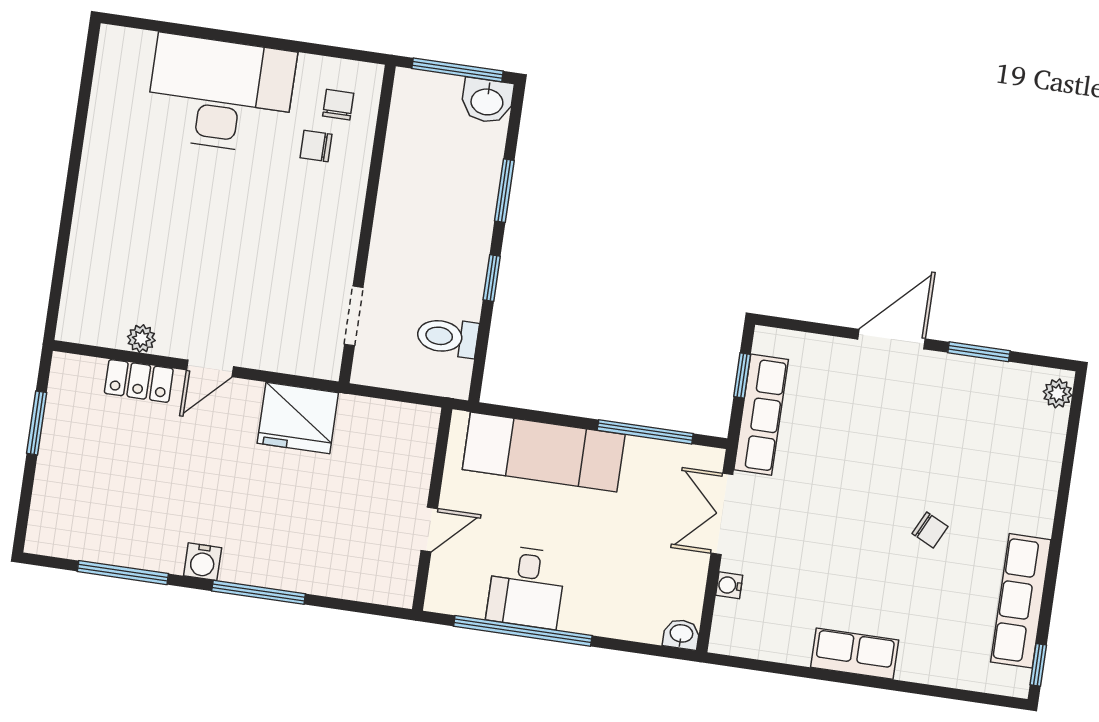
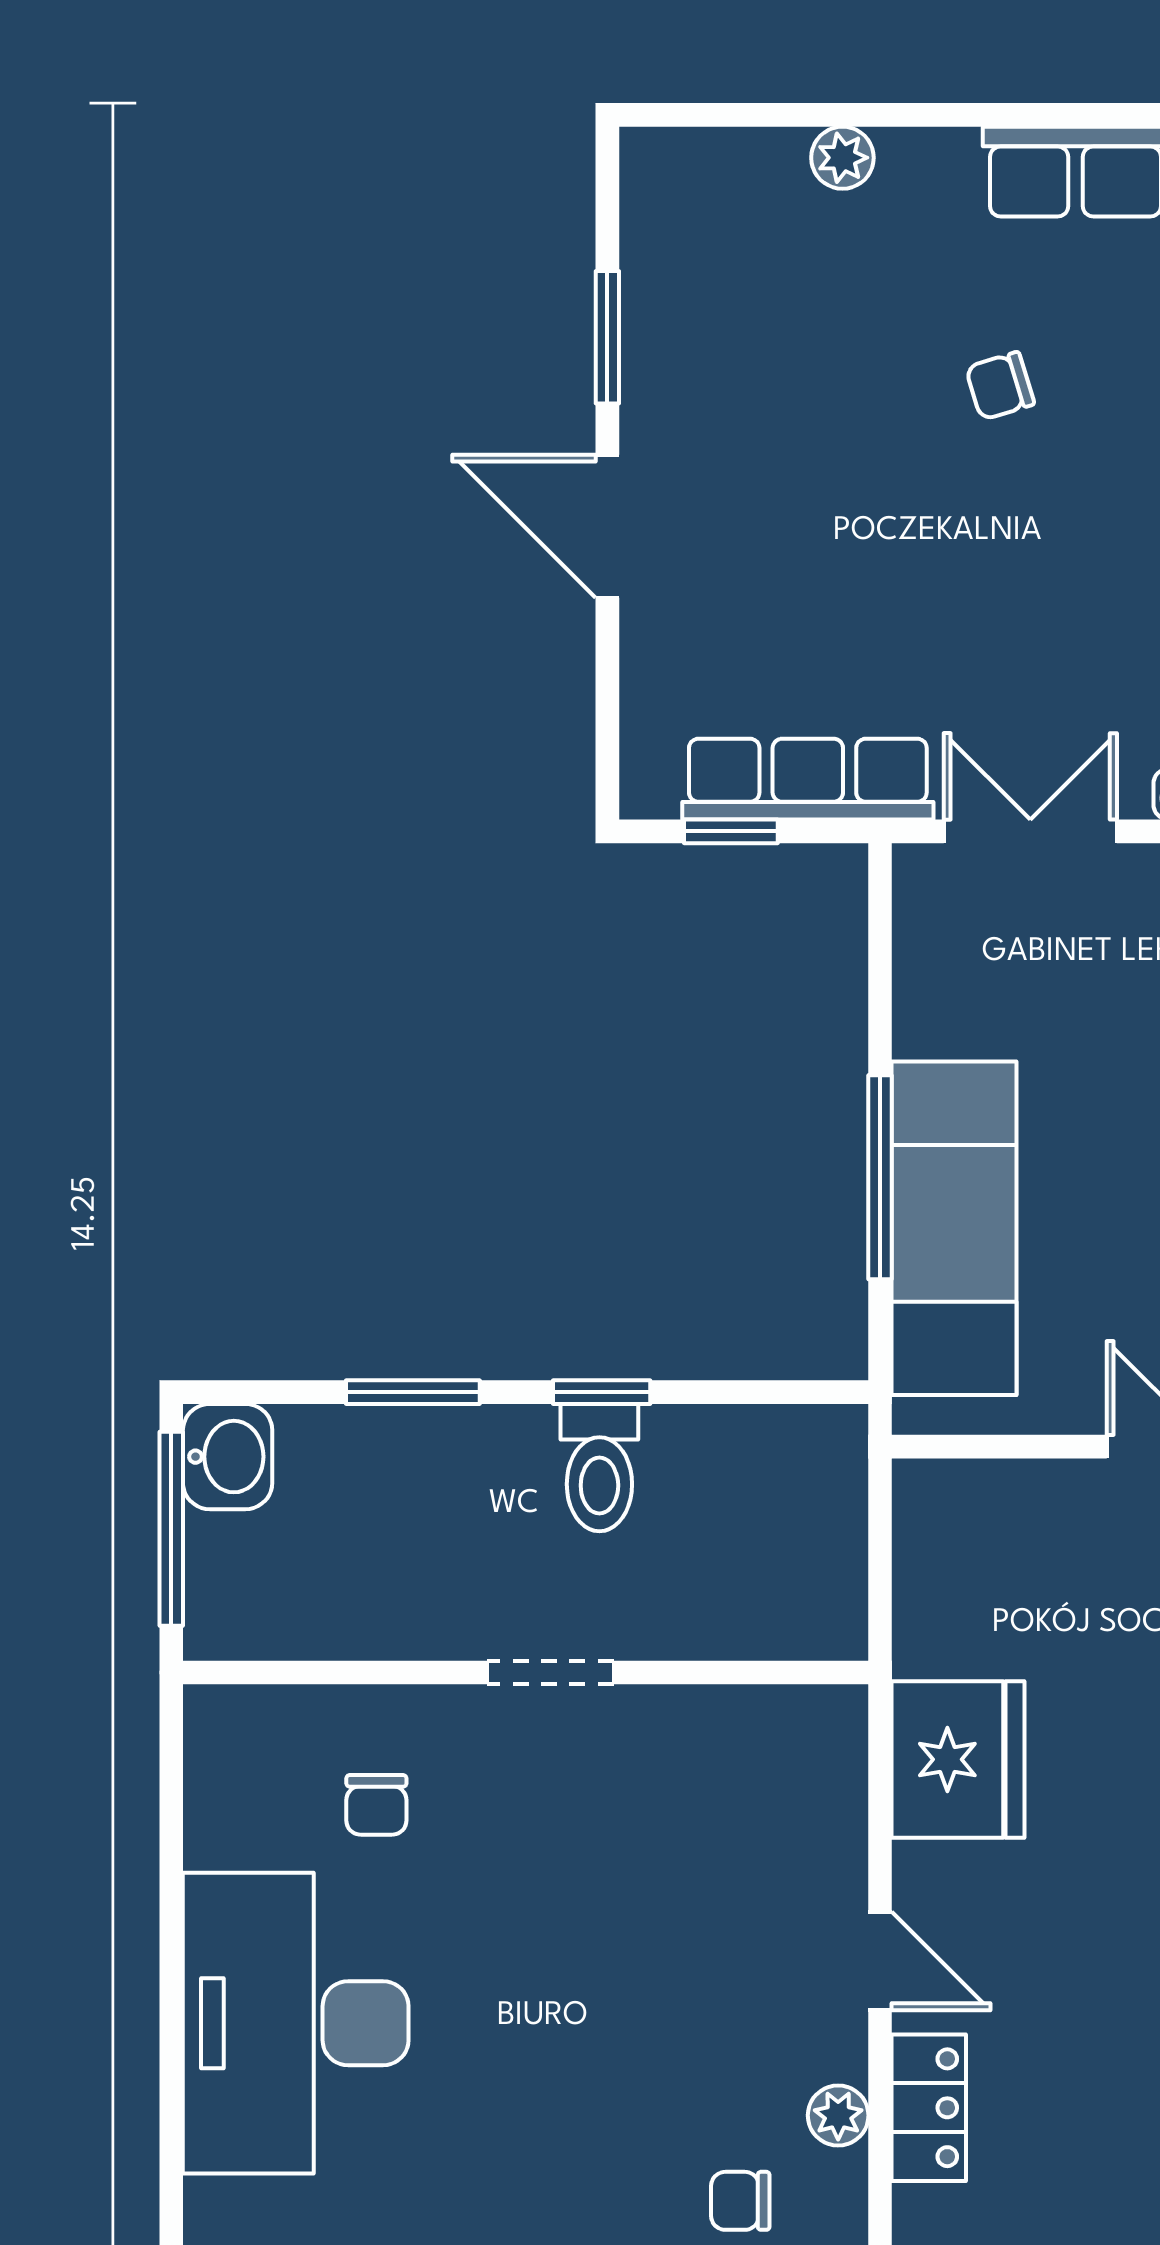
chair: (338, 105) -> (740, 2201), moved
doorway: (354, 316) -> (551, 1673), moved
toilet: (447, 337) -> (599, 1468), moved
plant: (1058, 393) -> (842, 158), moved
window: (645, 432) -> (880, 1177), moved
double door: (722, 514) -> (1030, 831), swing flipped
chair: (930, 530) -> (1000, 386), turned -133

